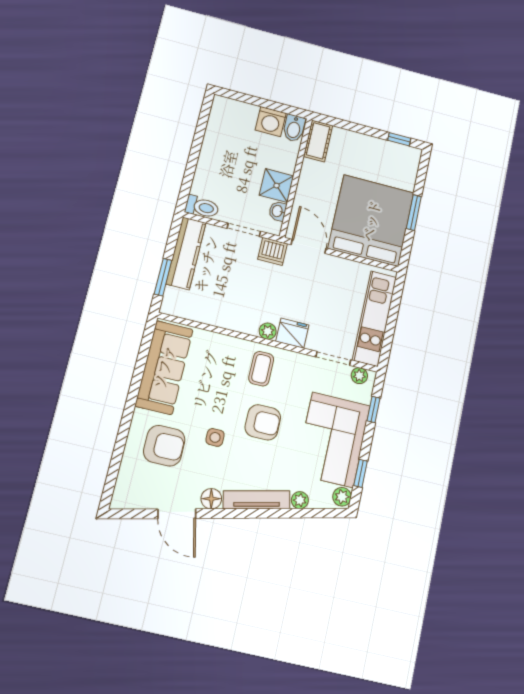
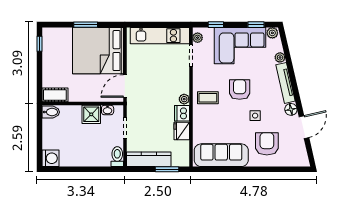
washing machine: (271, 122) -> (50, 158), moved
dishwasher: (273, 251) -> (182, 113), moved, turned 180
fridge: (292, 333) -> (182, 131), moved

